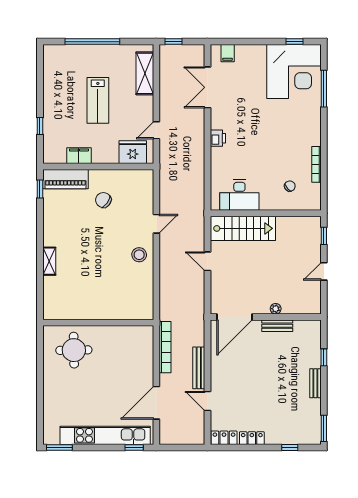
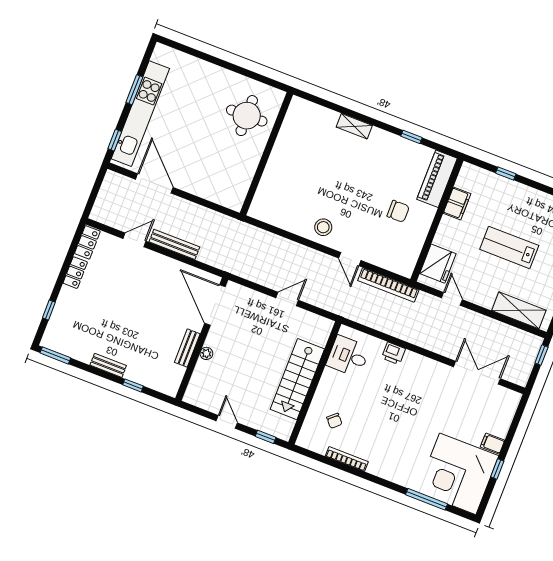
window: (294, 42) -> (497, 469), moved
filing cabinet: (228, 53) -> (493, 444), moved
printer: (218, 138) -> (393, 353), moved
window: (40, 189) -> (411, 137), moved
desk: (239, 195) -> (348, 356), width x0.73
chair: (103, 200) -> (398, 211), turned 54
stairs: (243, 228) -> (297, 379), moved
bookcase: (165, 347) -> (388, 285), moved
window: (59, 448) -> (134, 90), moved

